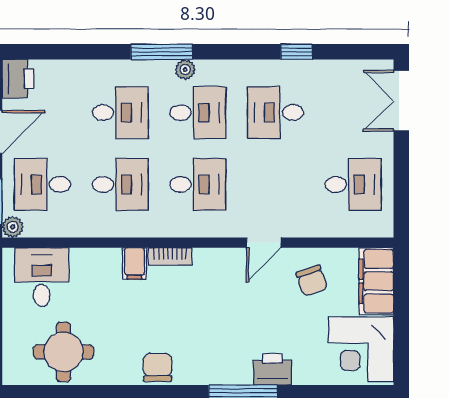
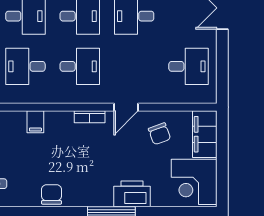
desk: (120, 184) -> (25, 66), turned 180
bookcase: (170, 256) -> (90, 117), moved
printer: (273, 369) -> (132, 194), width x1.37, depth x1.19

